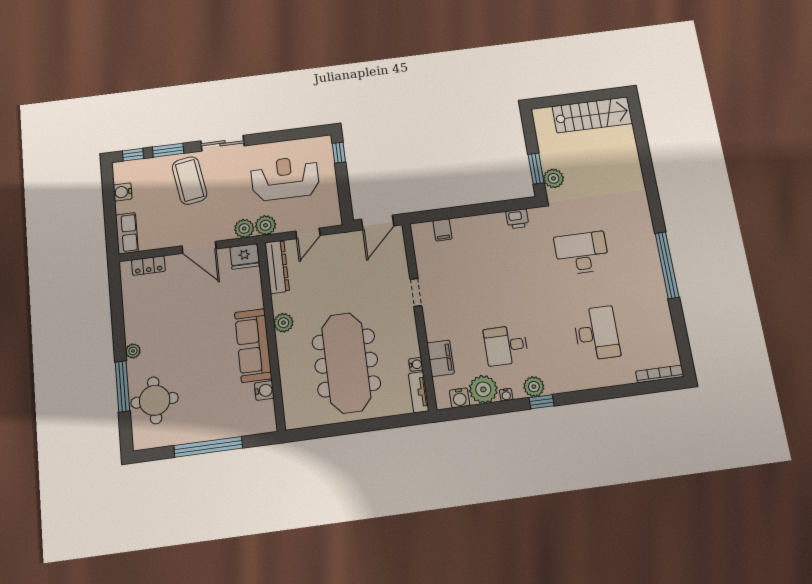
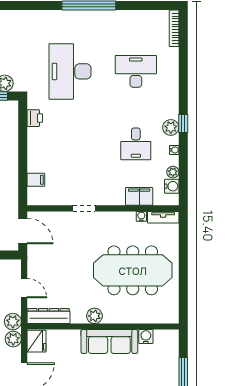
desk: (582, 253) -> (70, 71), width x1.36, depth x1.30
plant: (483, 389) -> (173, 172), width x0.53, depth x0.53

